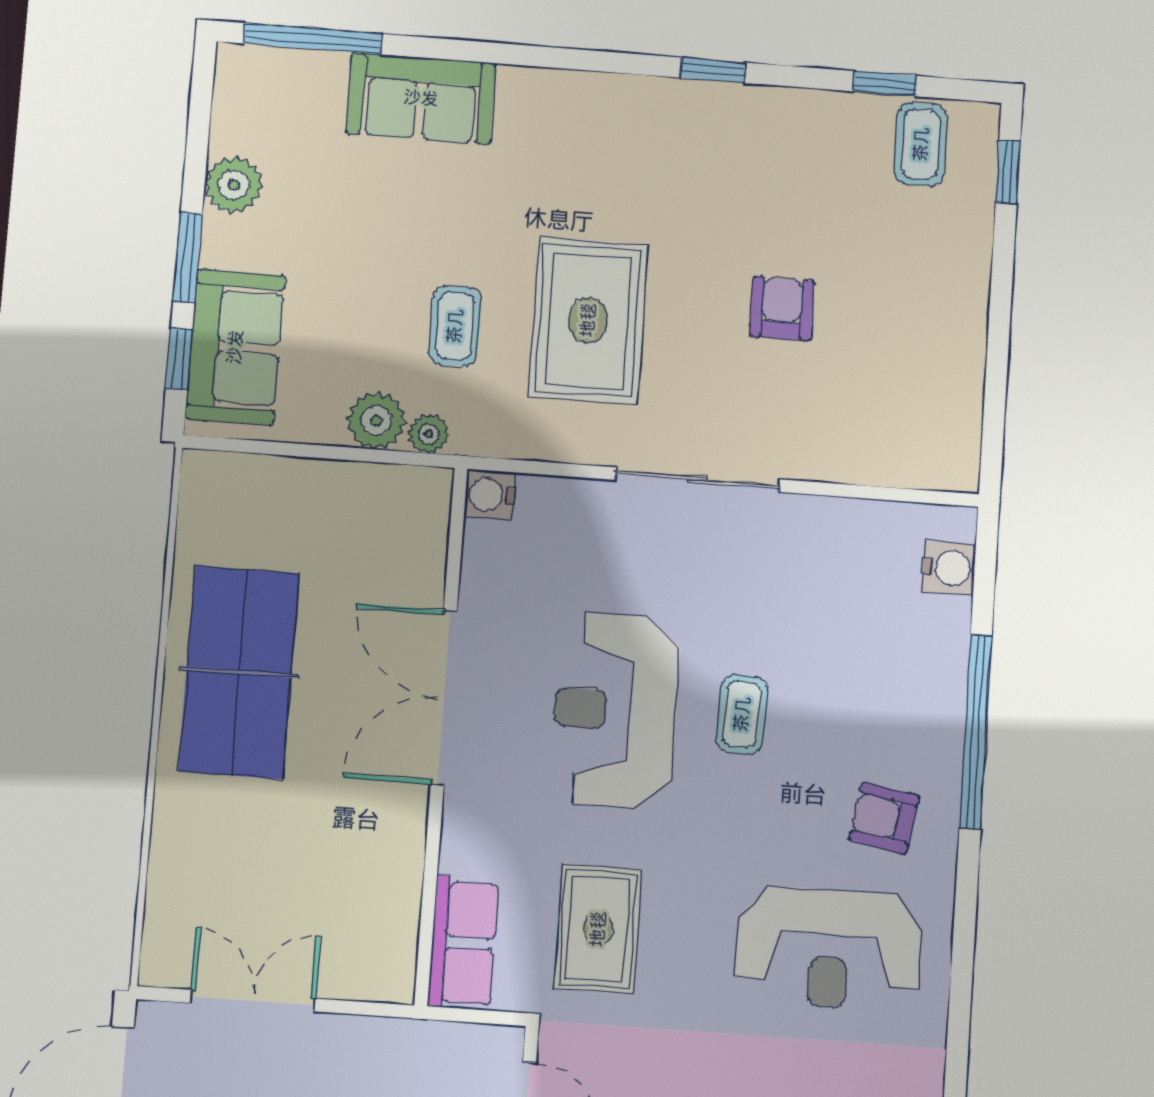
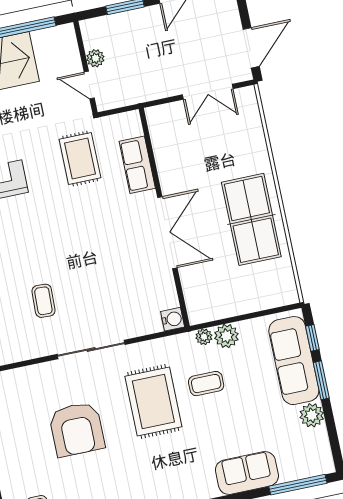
armchair: (782, 308) -> (77, 429), width x1.88, depth x1.88
coffee table: (455, 326) -> (206, 384), turned 90
sofa: (235, 347) -> (294, 361), width x1.36
reception desk: (615, 711) -> (98, 247), removed
coffee table: (742, 714) -> (43, 301), moved
row of seats: (463, 943) -> (137, 165), moved

